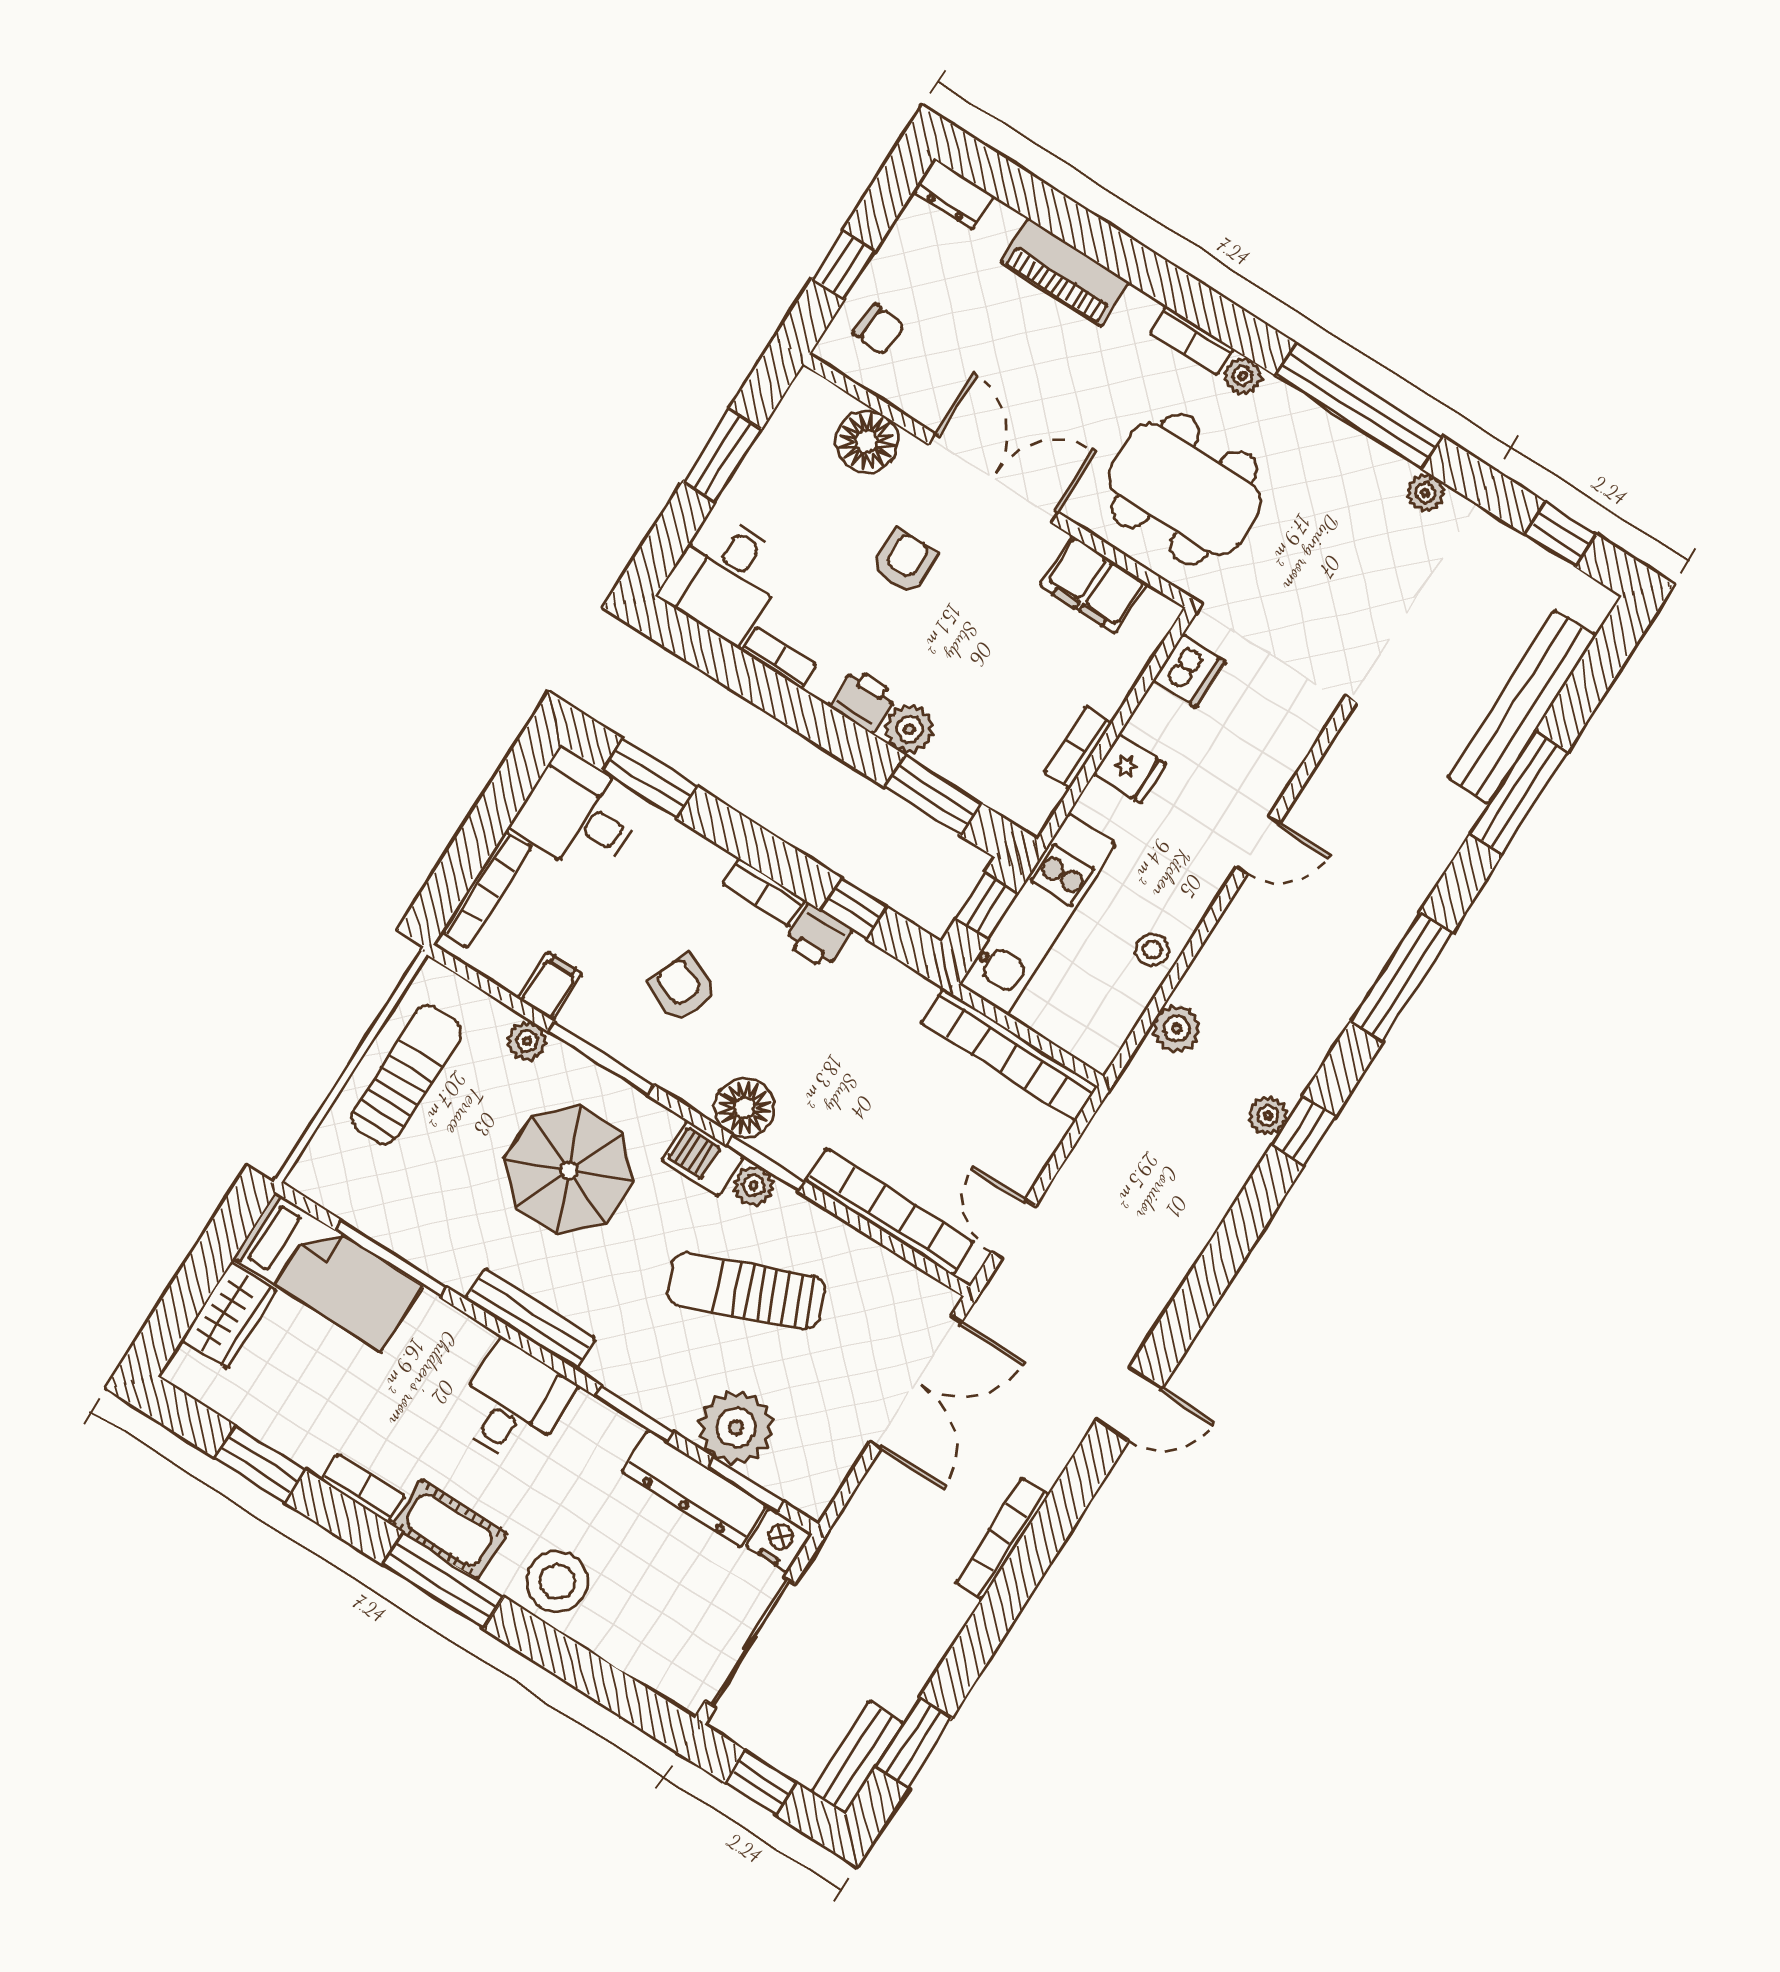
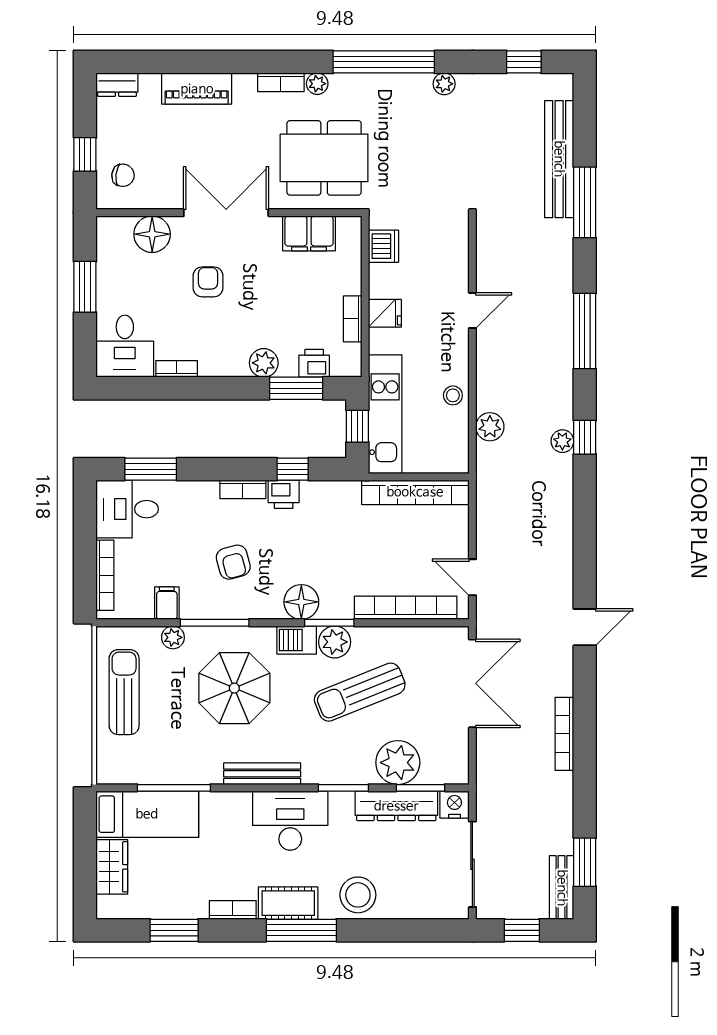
printer: (863, 701) -> (314, 363), moved
armchair: (683, 988) -> (233, 562), turned -128
plant: (753, 1186) -> (335, 642), width x1.38, depth x1.38
desk: (513, 1403) -> (290, 821), width x1.37

